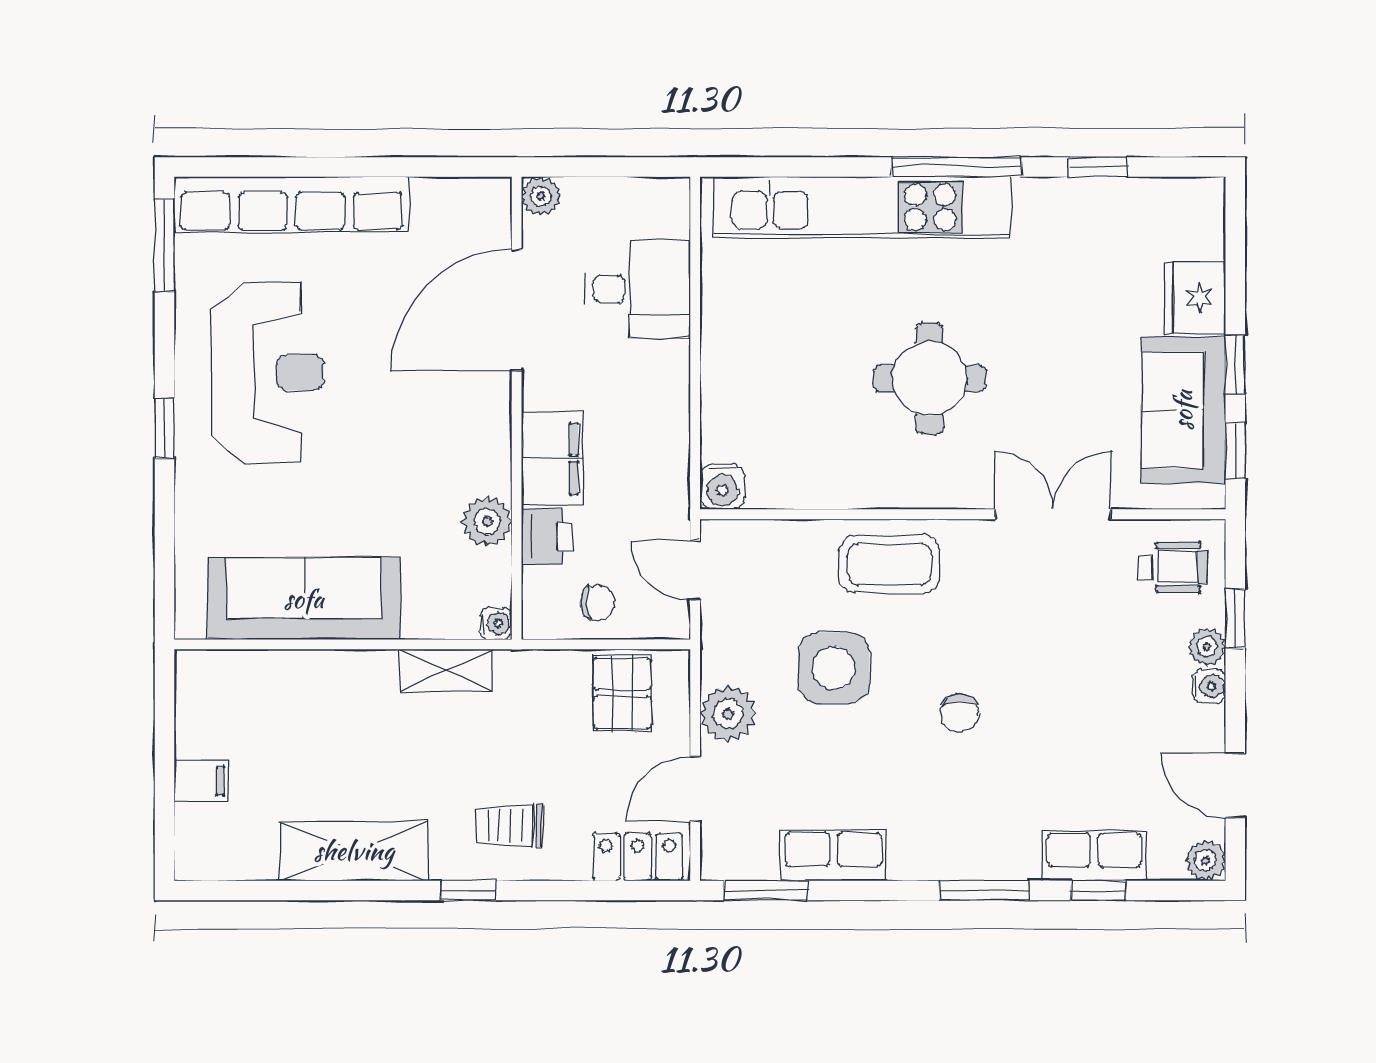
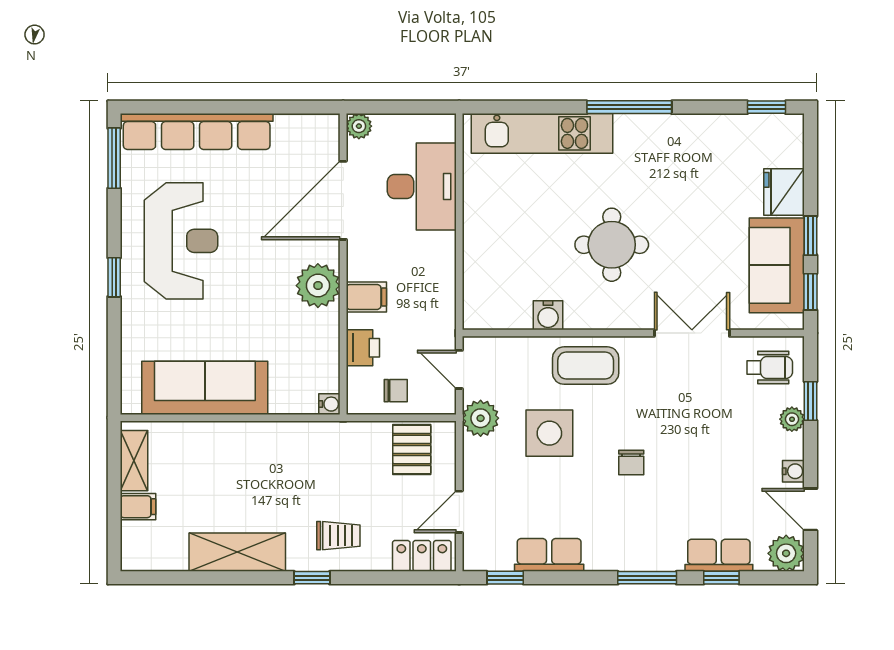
window: (1098, 167) -> (766, 107), moved
kitchen unit: (862, 207) -> (542, 133), width x0.73
desk: (638, 289) -> (422, 187), width x1.37
filing cabinet: (552, 459) -> (366, 297), width x0.50
water cooler: (722, 487) -> (548, 315), moved
plant: (487, 522) -> (318, 286), moved, width x1.36, depth x1.36
shelving: (446, 670) -> (134, 461), moved, turned 90
water cooler: (1209, 686) -> (793, 471), moved
plant: (728, 714) -> (481, 418), moved
trolley: (509, 826) -> (338, 536), turned 180
plant: (1205, 860) -> (786, 553), width x1.38, depth x1.38
window: (766, 890) -> (505, 578), width x0.67

